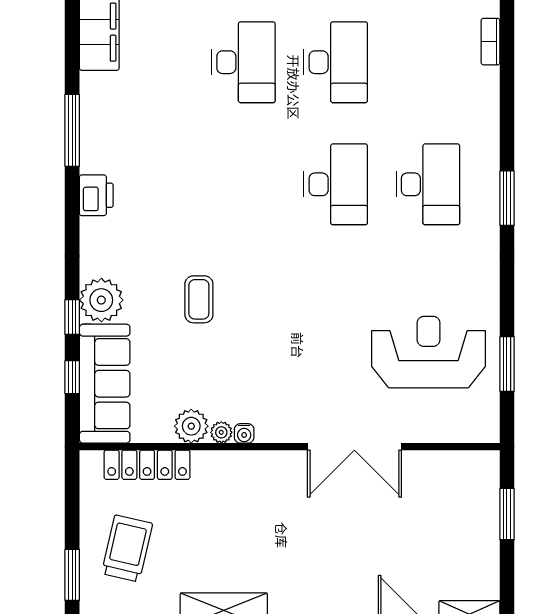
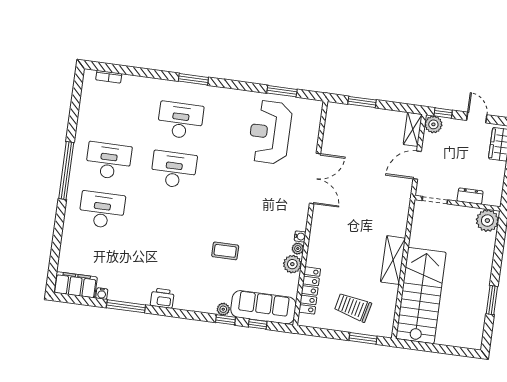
water cooler: (90, 83) -> (102, 294), added
plant: (101, 300) -> (223, 309), width x0.53, depth x0.53

